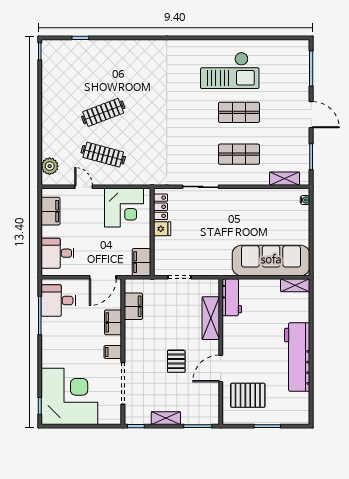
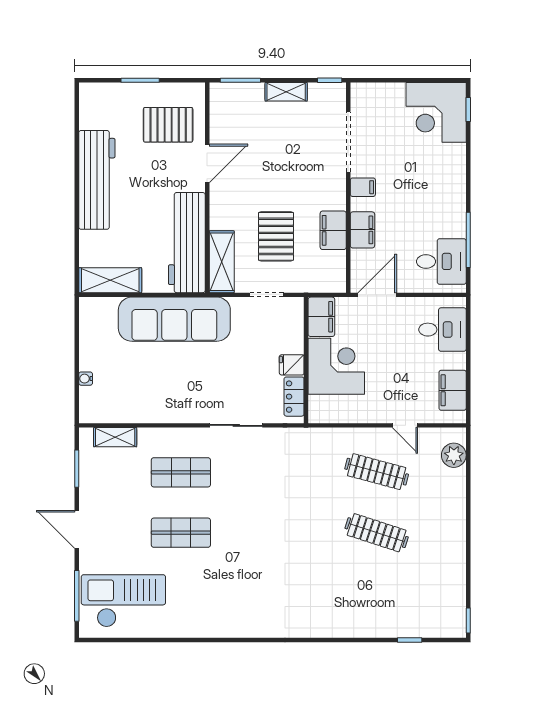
checkout: (230, 70) -> (123, 601), moved
clothes rail: (103, 112) -> (377, 533), turned 39
water cooler: (305, 200) -> (86, 379), moved
corner desk: (124, 208) -> (336, 366), moved, turned 90
sofa: (271, 260) -> (174, 319), moved
shelving: (295, 285) -> (110, 280), width x1.50, depth x1.33
workbench: (232, 297) -> (187, 243), width x1.88, depth x1.32
filing cabinet: (133, 306) -> (333, 230), moved
shelving: (211, 318) -> (222, 262), moved
pallet: (176, 361) -> (276, 236), moved, width x1.50, depth x1.42
corner desk: (69, 396) -> (436, 112), width x0.74, depth x0.74

